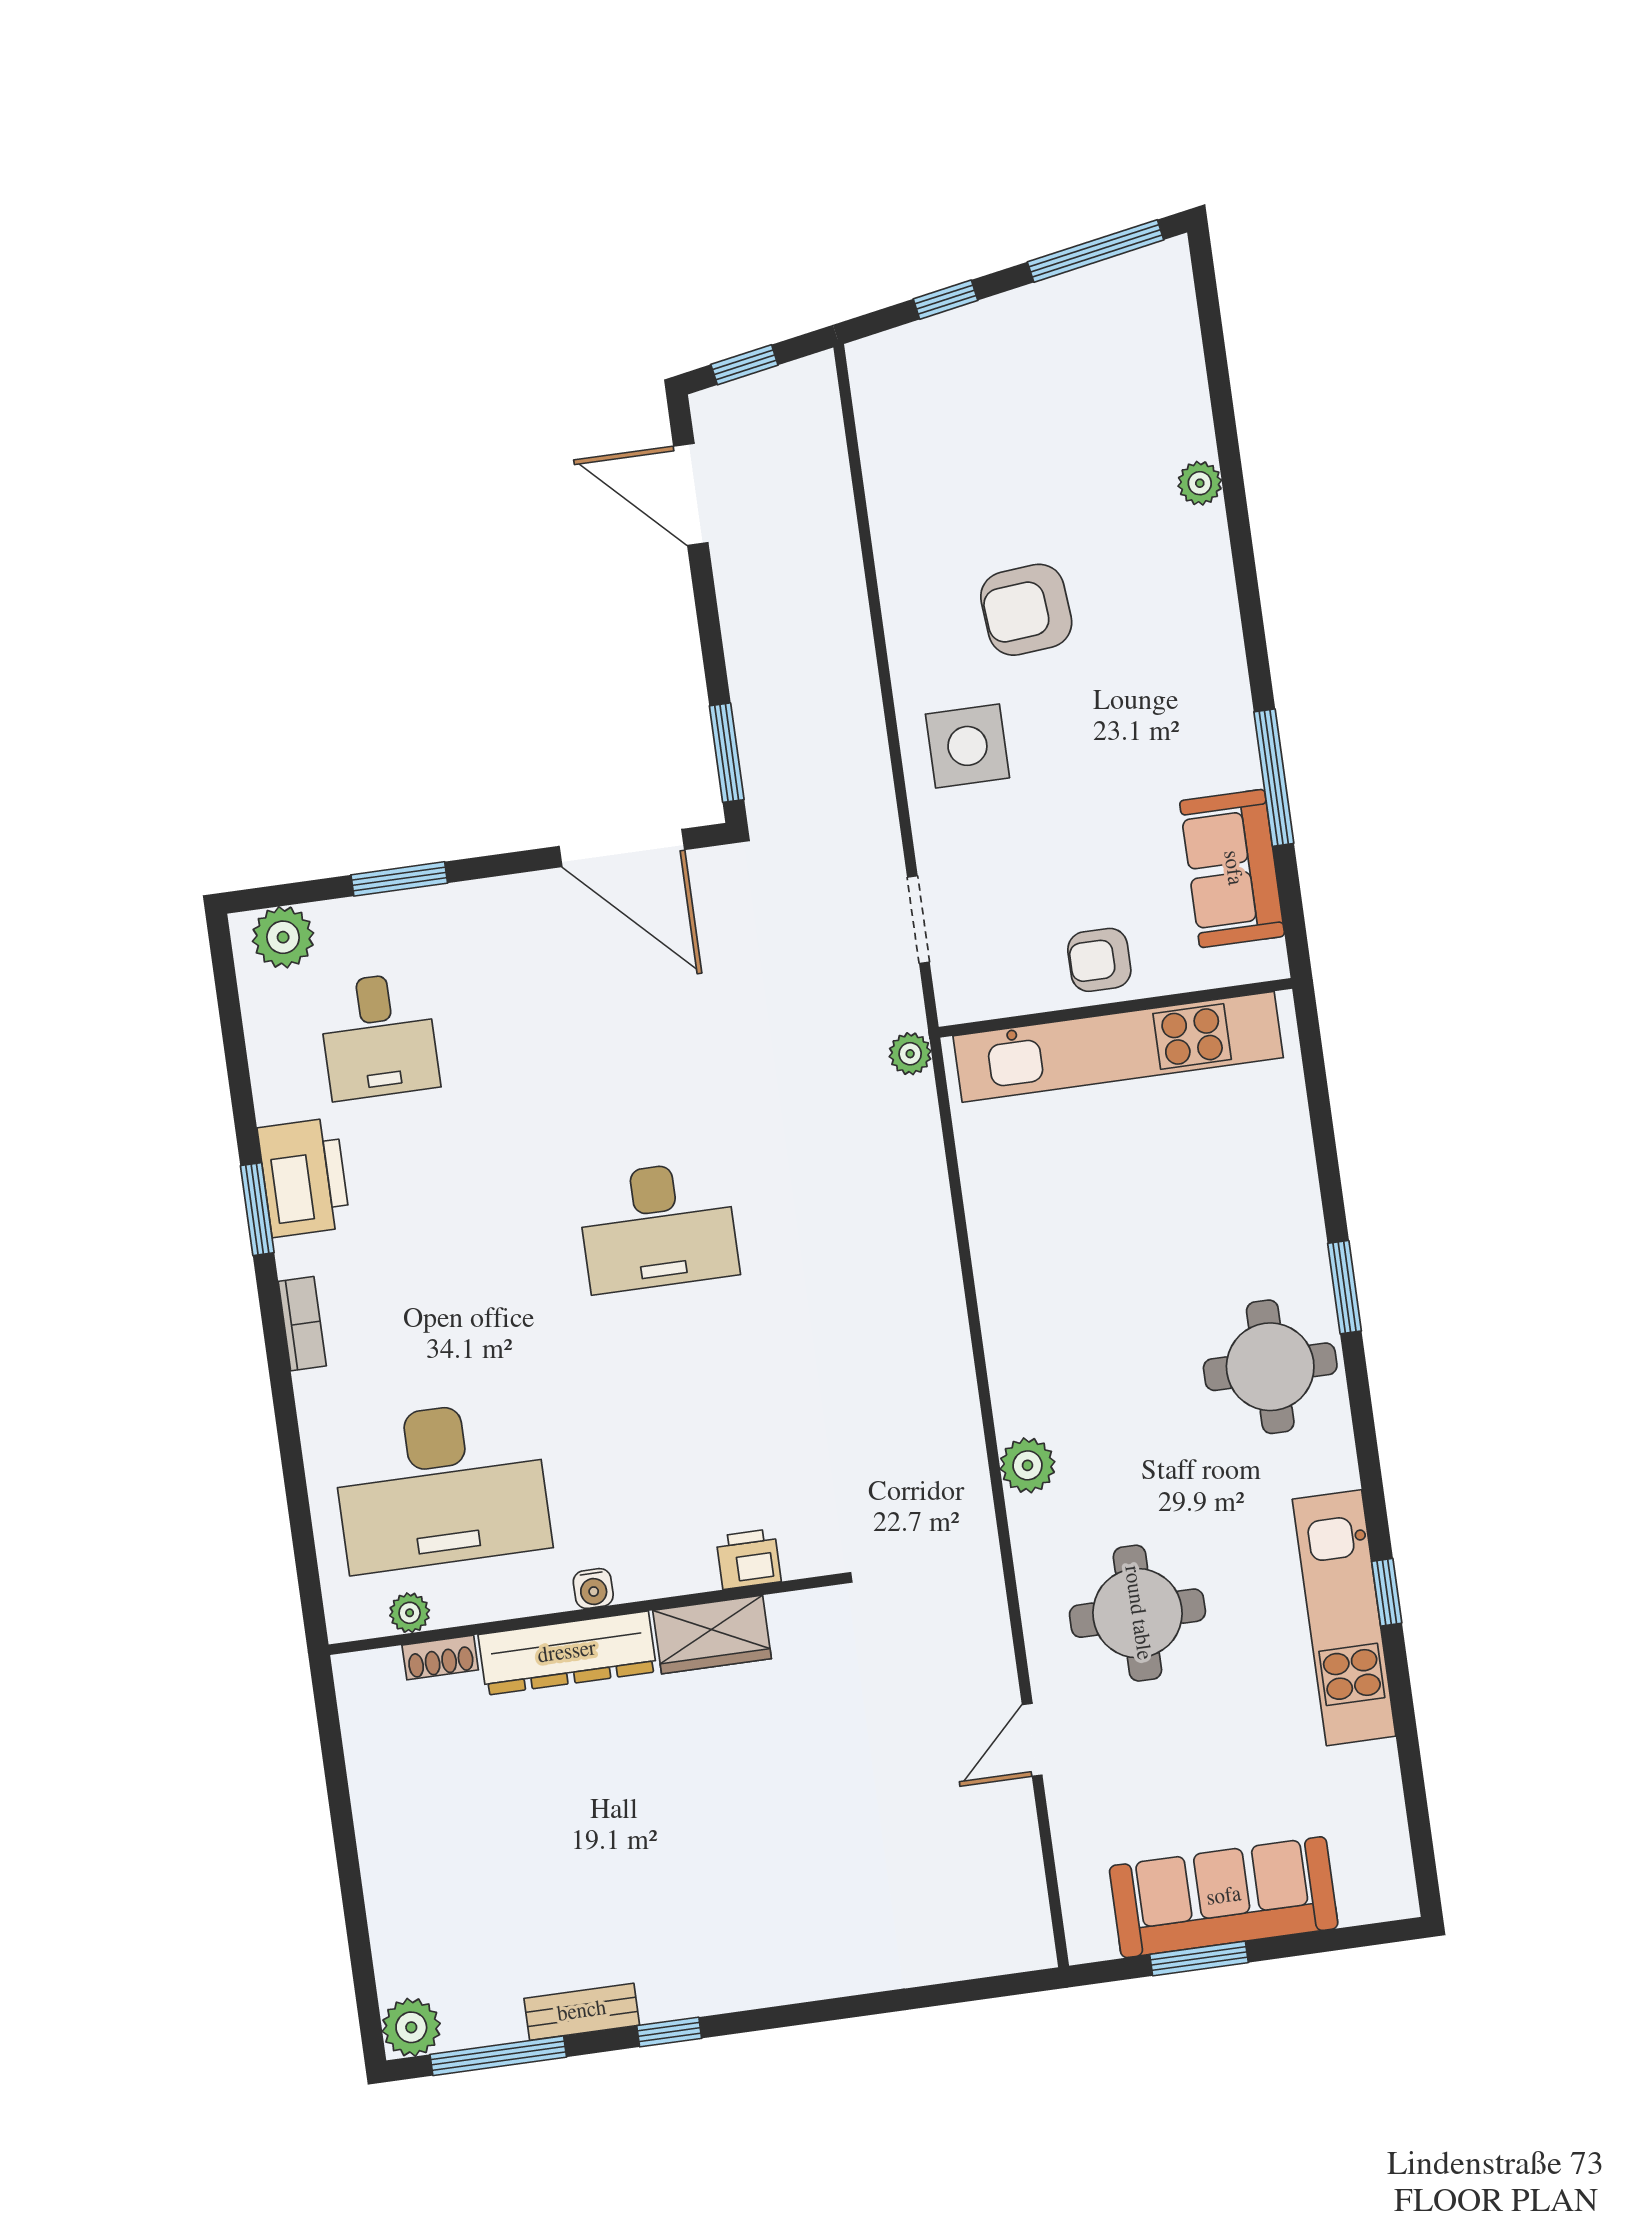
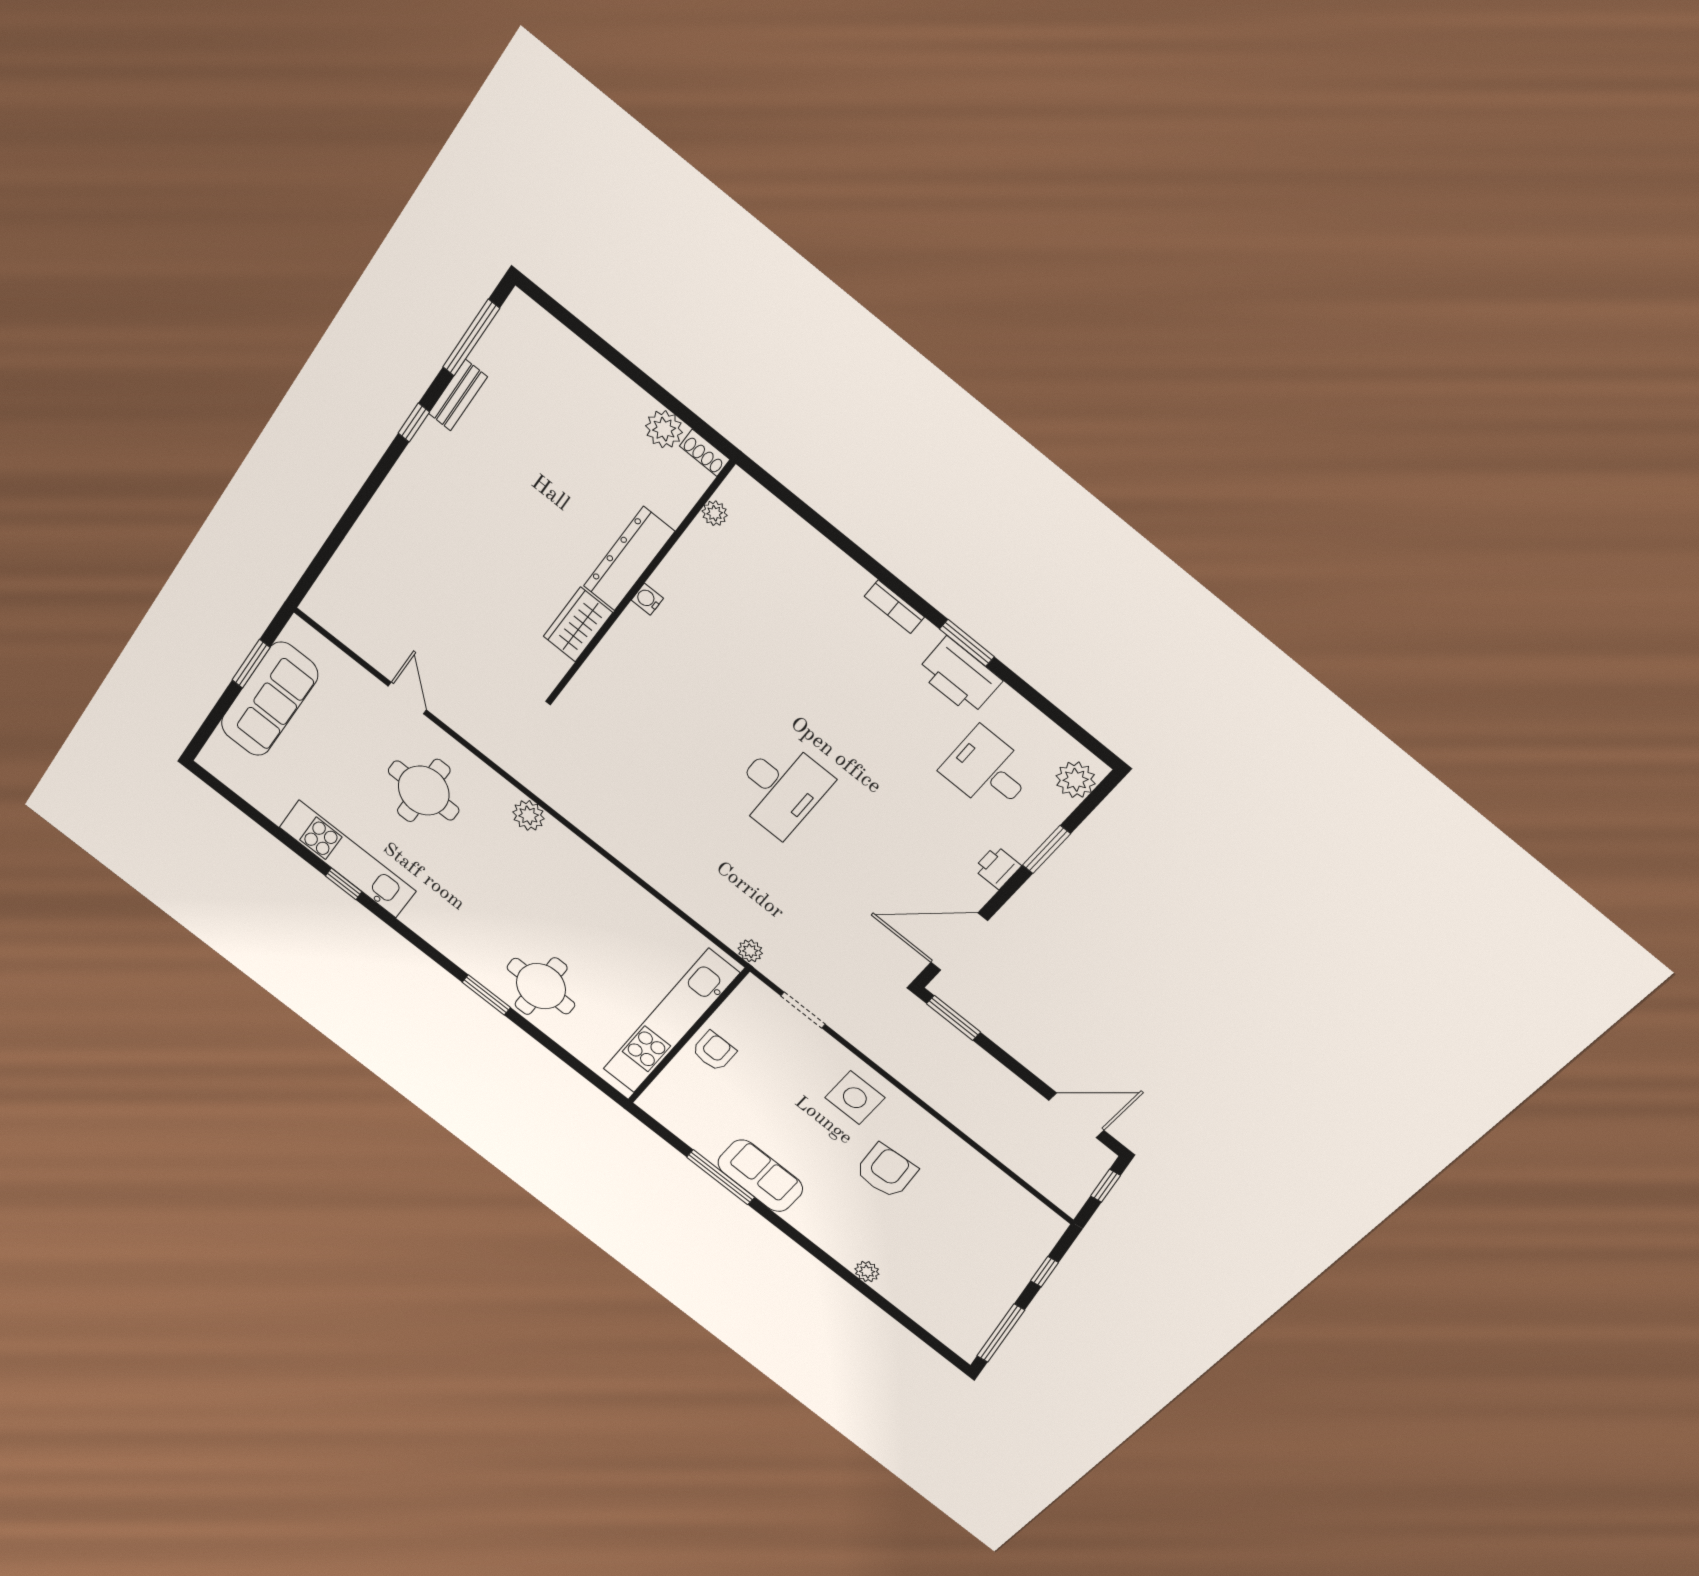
sofa: (1232, 868) -> (760, 1176), moved
desk: (658, 1226) -> (781, 788), turned 180
round table: (1270, 1367) -> (541, 986), moved
desk: (441, 1486) -> (759, 586), removed
printer: (749, 1559) -> (997, 867), moved, turned 180
shoe rack: (440, 1657) -> (705, 453), moved, turned -90
plant: (411, 2027) -> (664, 429), moved

